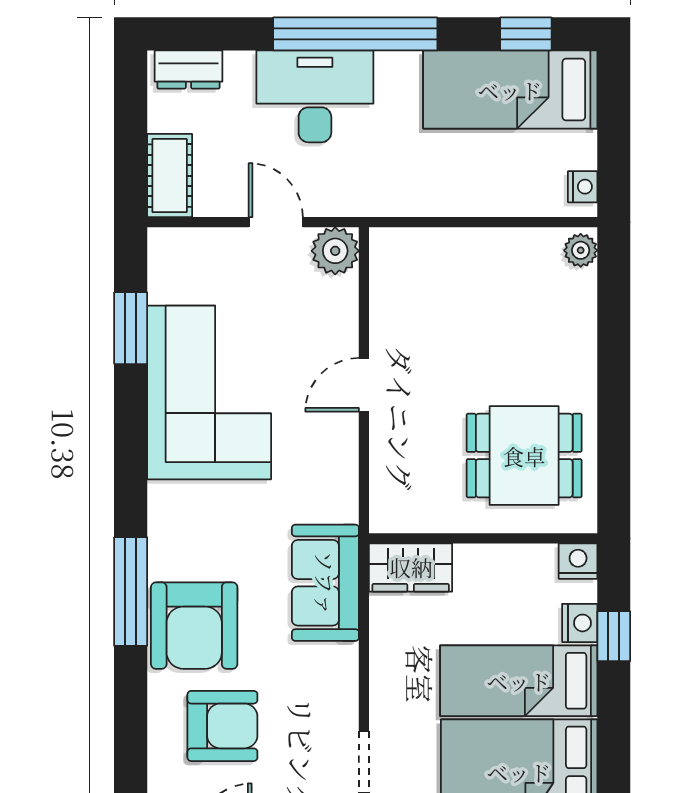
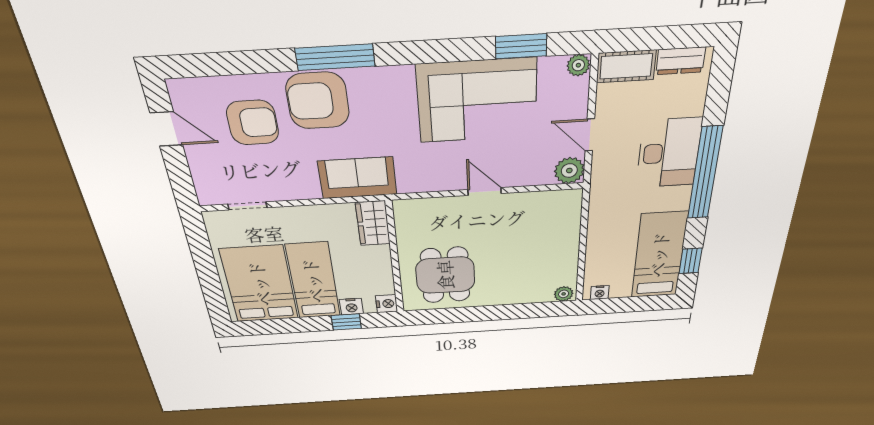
dresser: (188, 69) -> (681, 61), moved, turned -90
door: (276, 222) -> (590, 135), swing flipped
plant: (164, 245) -> (578, 65), added
armchair: (222, 726) -> (253, 123), turned -90

